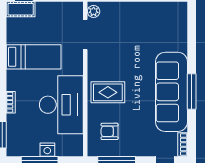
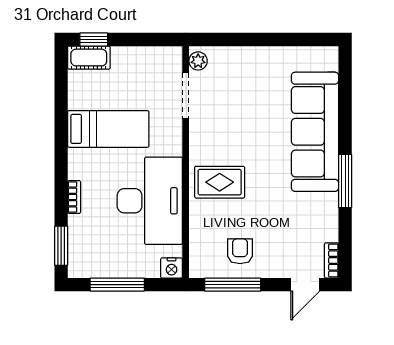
sofa: (171, 92) -> (315, 132), moved
armchair: (110, 131) -> (240, 251), moved, turned 90
nightstand: (47, 150) -> (172, 268), moved

